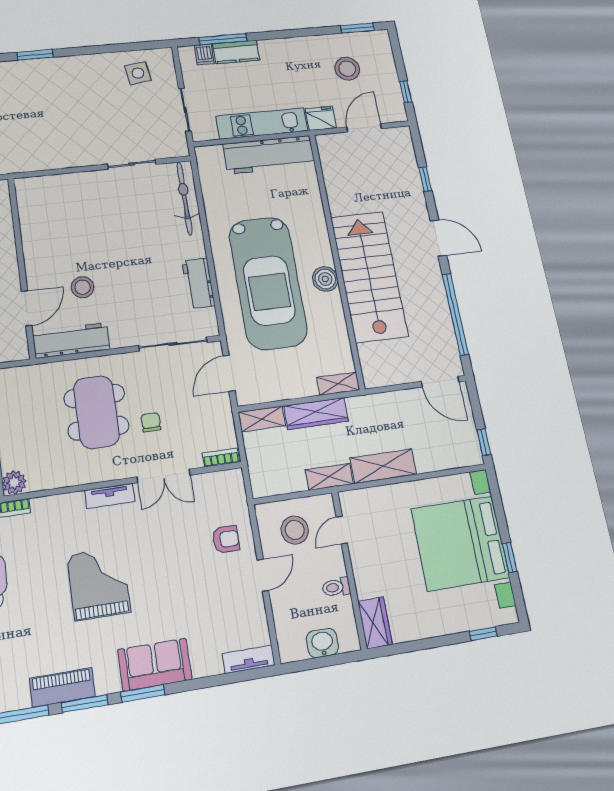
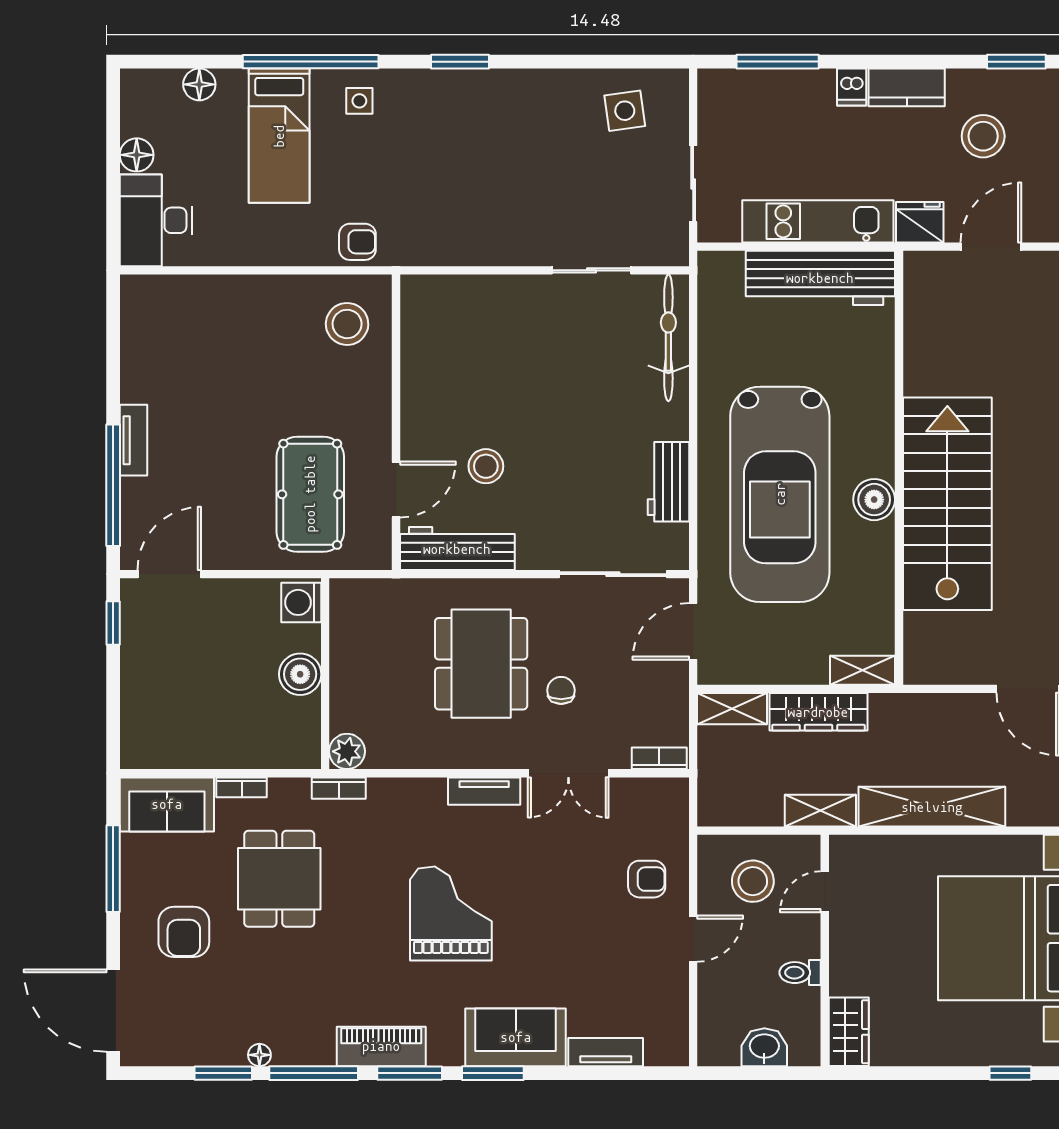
kitchen counter: (236, 52) -> (907, 87), moved
dishwasher: (204, 54) -> (852, 87), moved
shelving: (383, 466) -> (932, 807), width x1.47
tv unit: (249, 659) -> (606, 1052), moved

